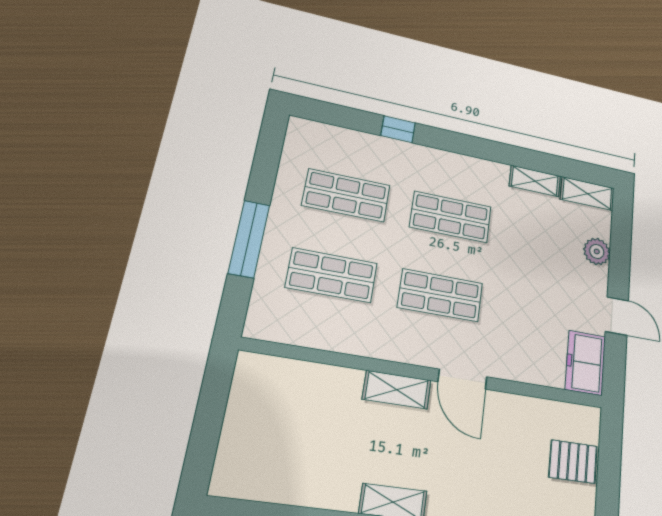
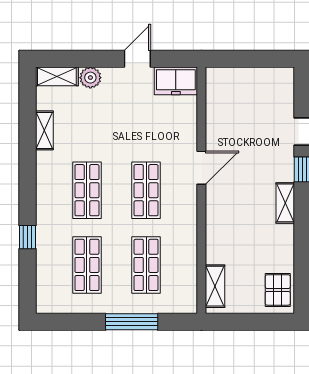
shelving: (587, 194) -> (57, 76), moved, turned 90
shelving: (397, 390) -> (215, 286), moved
pallet: (573, 462) -> (278, 290), moved

